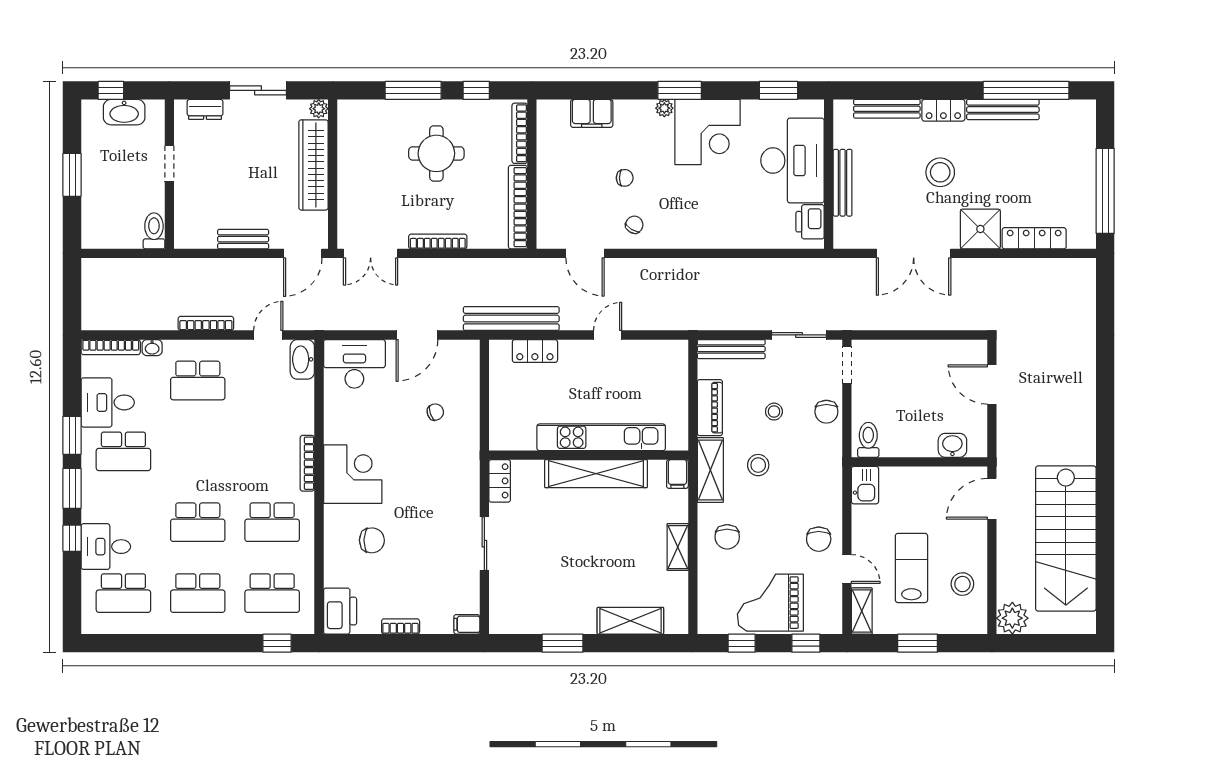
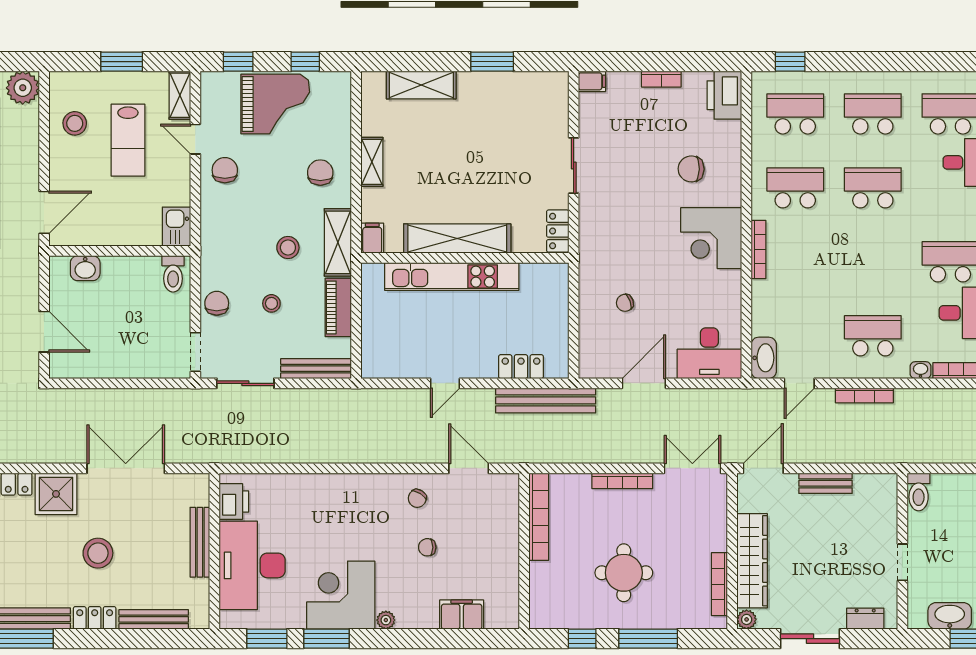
window: (680, 90) -> (326, 639), moved
bookcase: (520, 133) -> (719, 584), moved, turned 180

